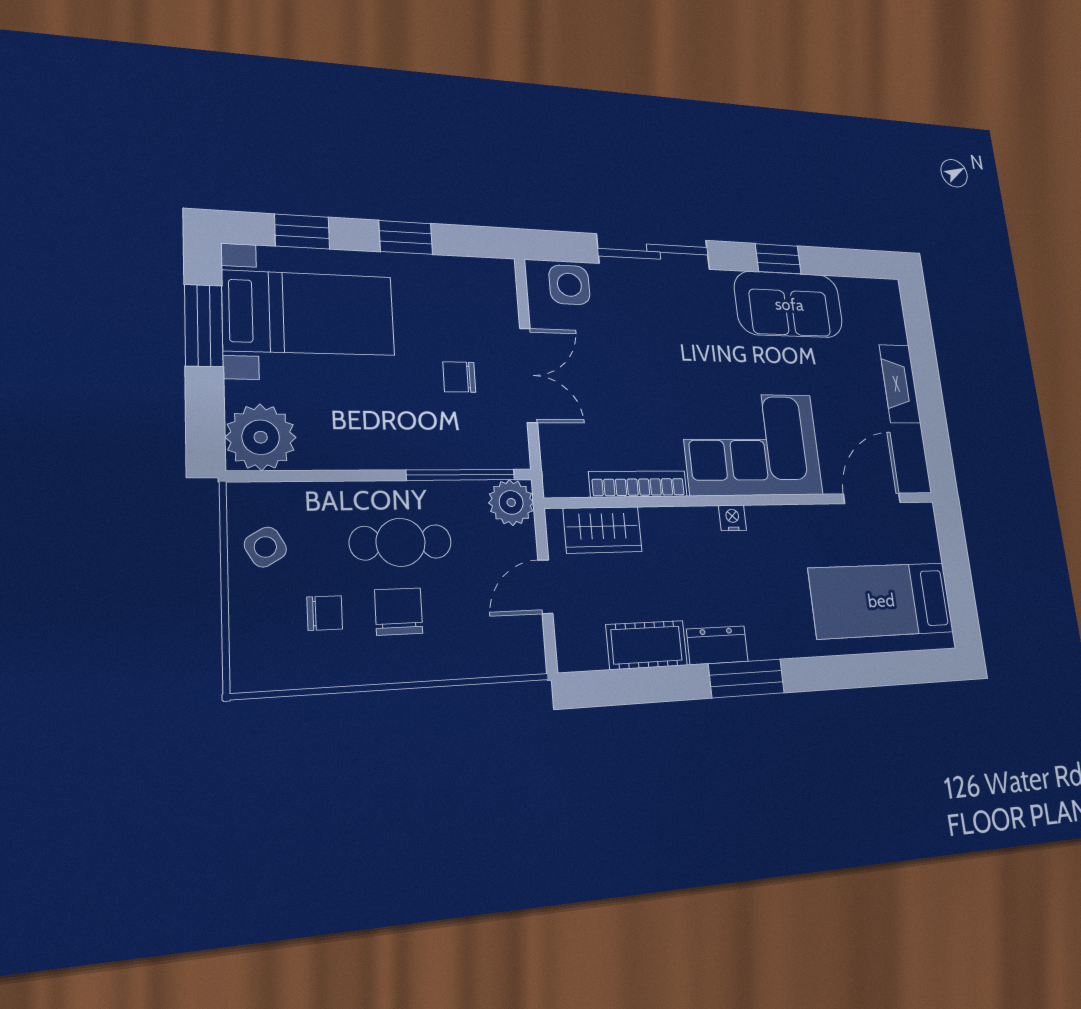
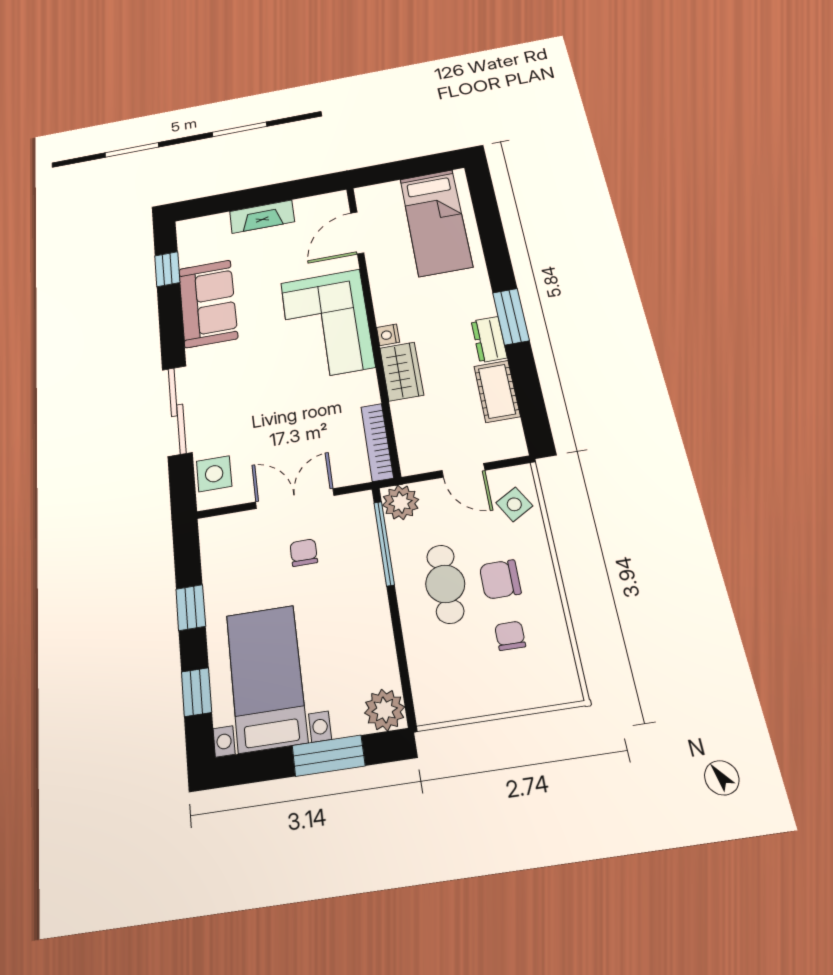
window: (778, 259) -> (167, 269), moved
window: (204, 326) -> (328, 756), moved
chair: (459, 377) -> (304, 553), turned 180
plant: (261, 437) -> (385, 710), width x0.73, depth x0.73
bookcase: (638, 484) -> (377, 442), moved
door: (872, 498) -> (357, 233), hinge flipped
wardrobe: (603, 530) -> (402, 371), moved
side table: (265, 547) -> (514, 504), moved

